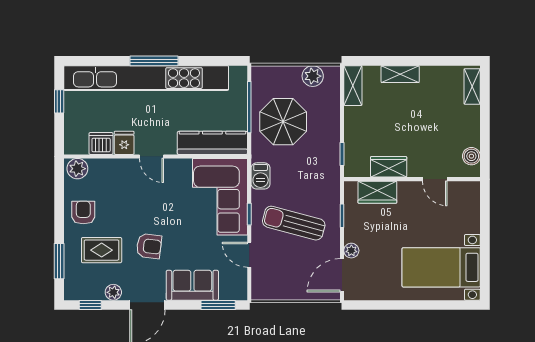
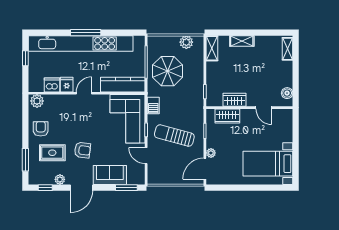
door: (151, 156) -> (84, 93), swing flipped

